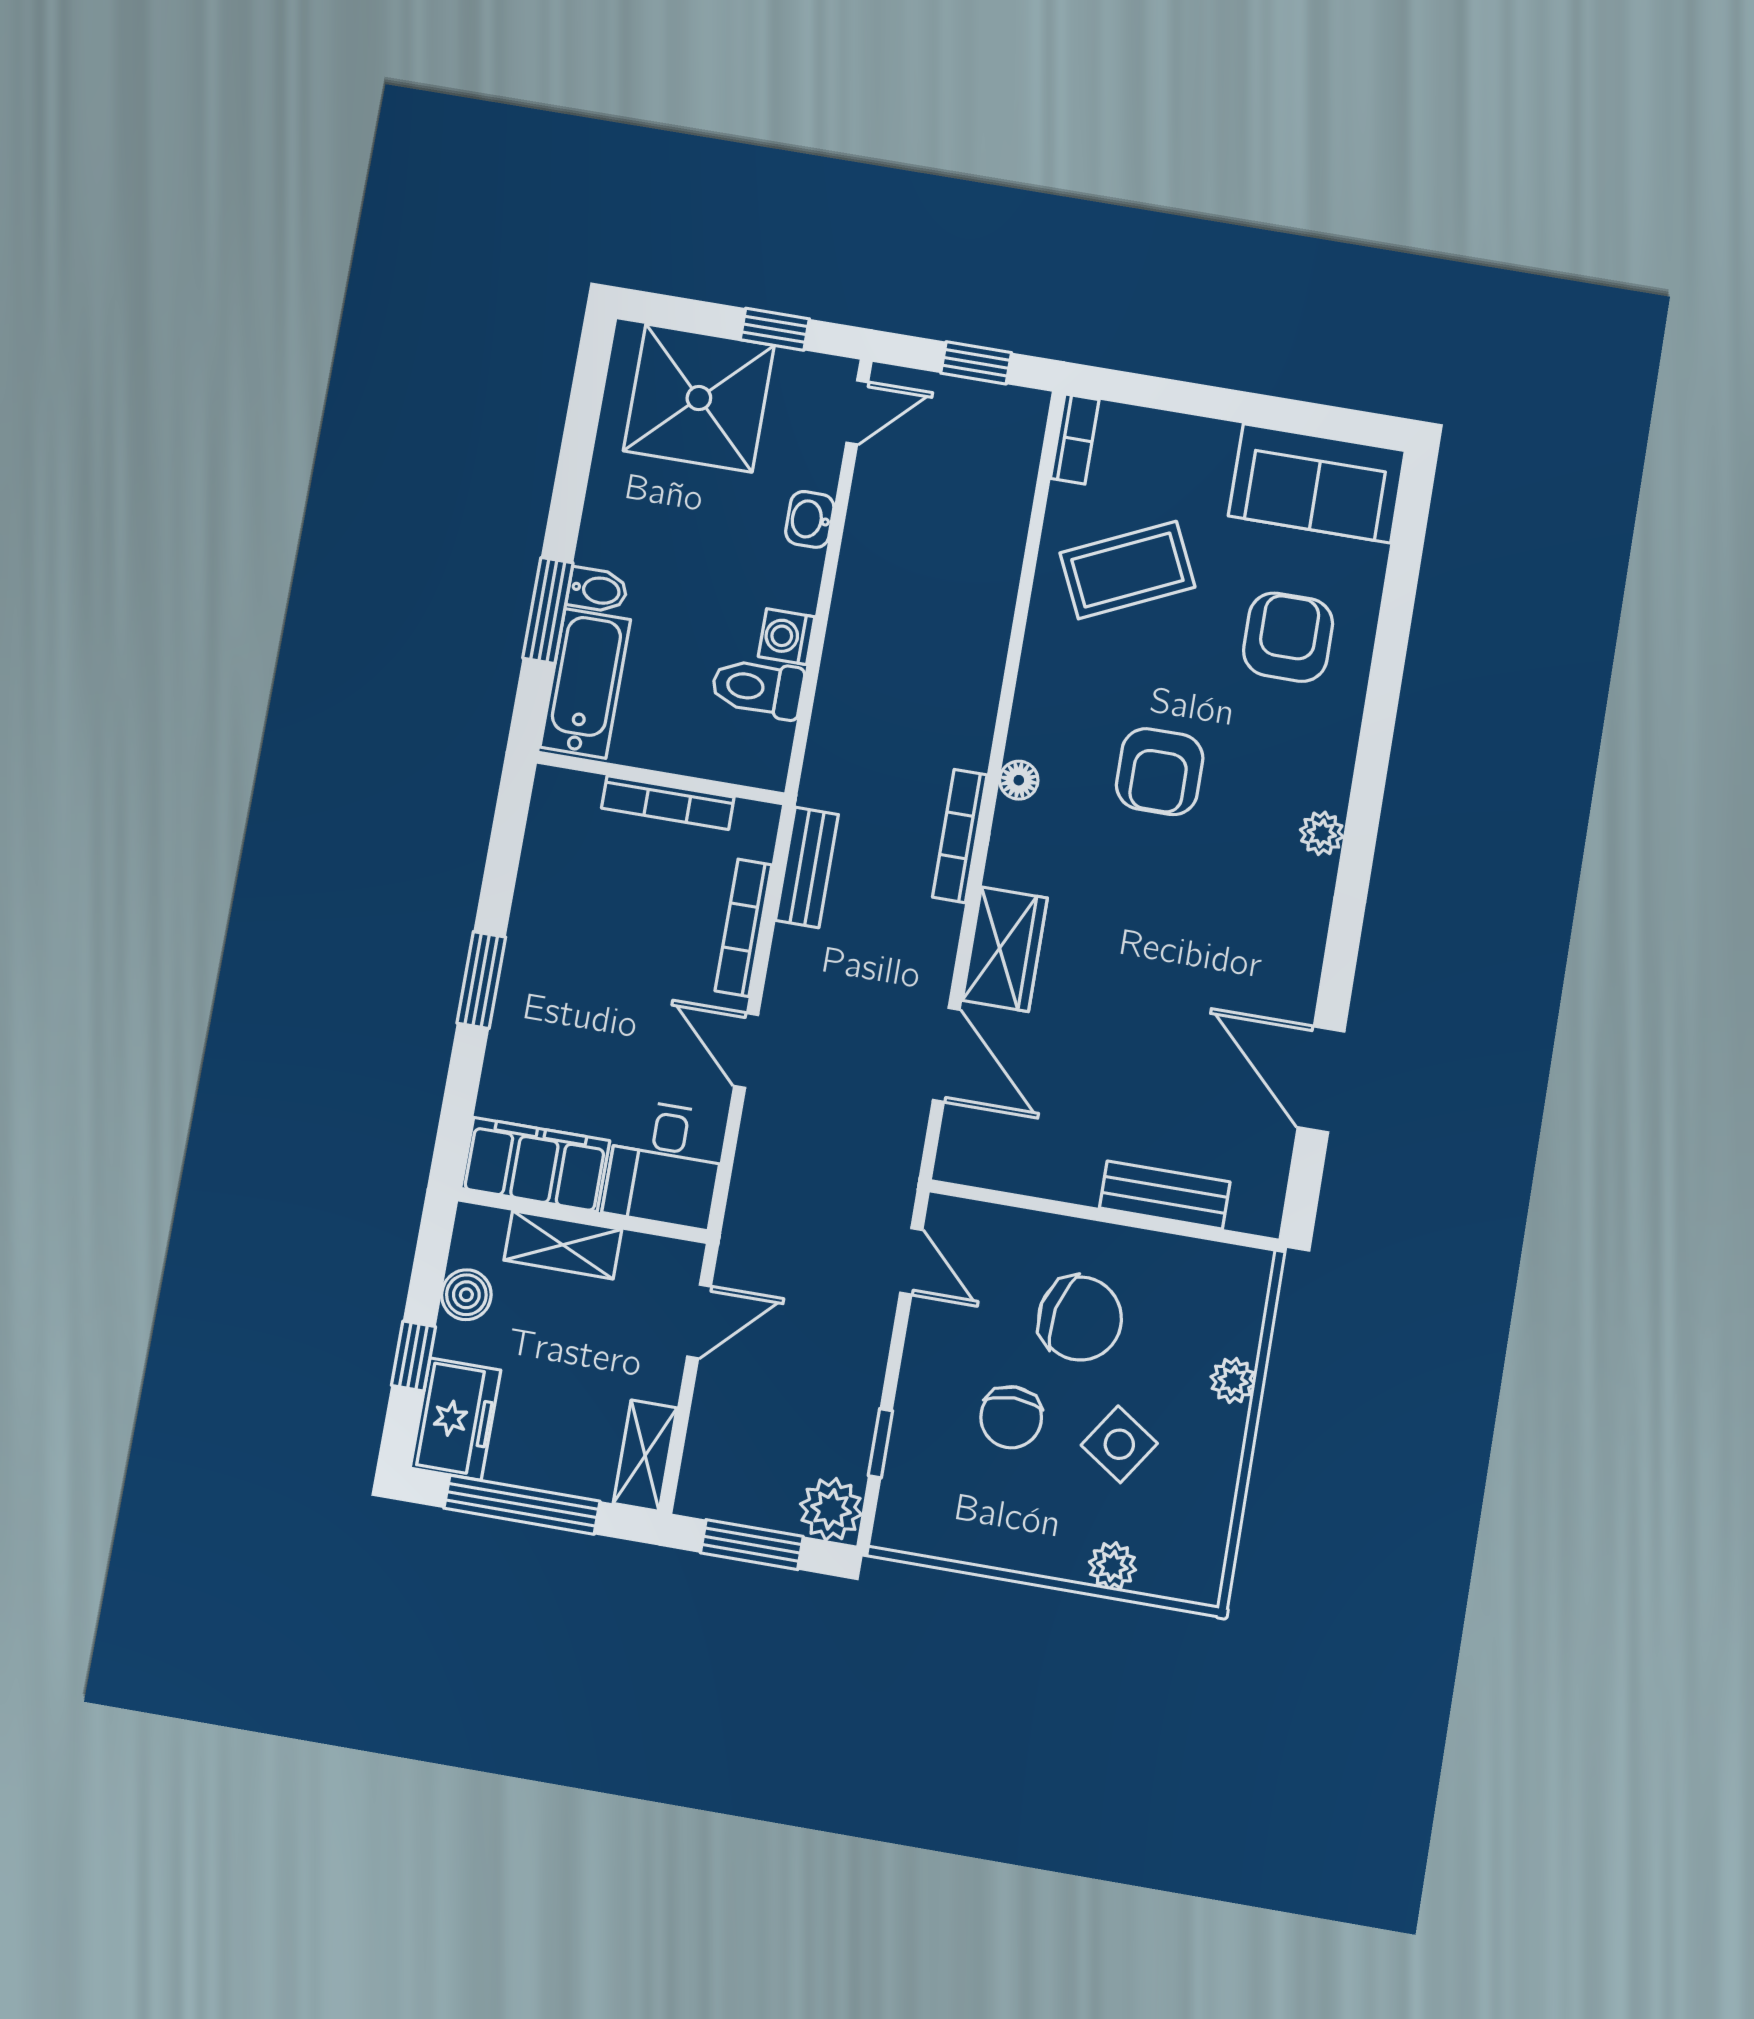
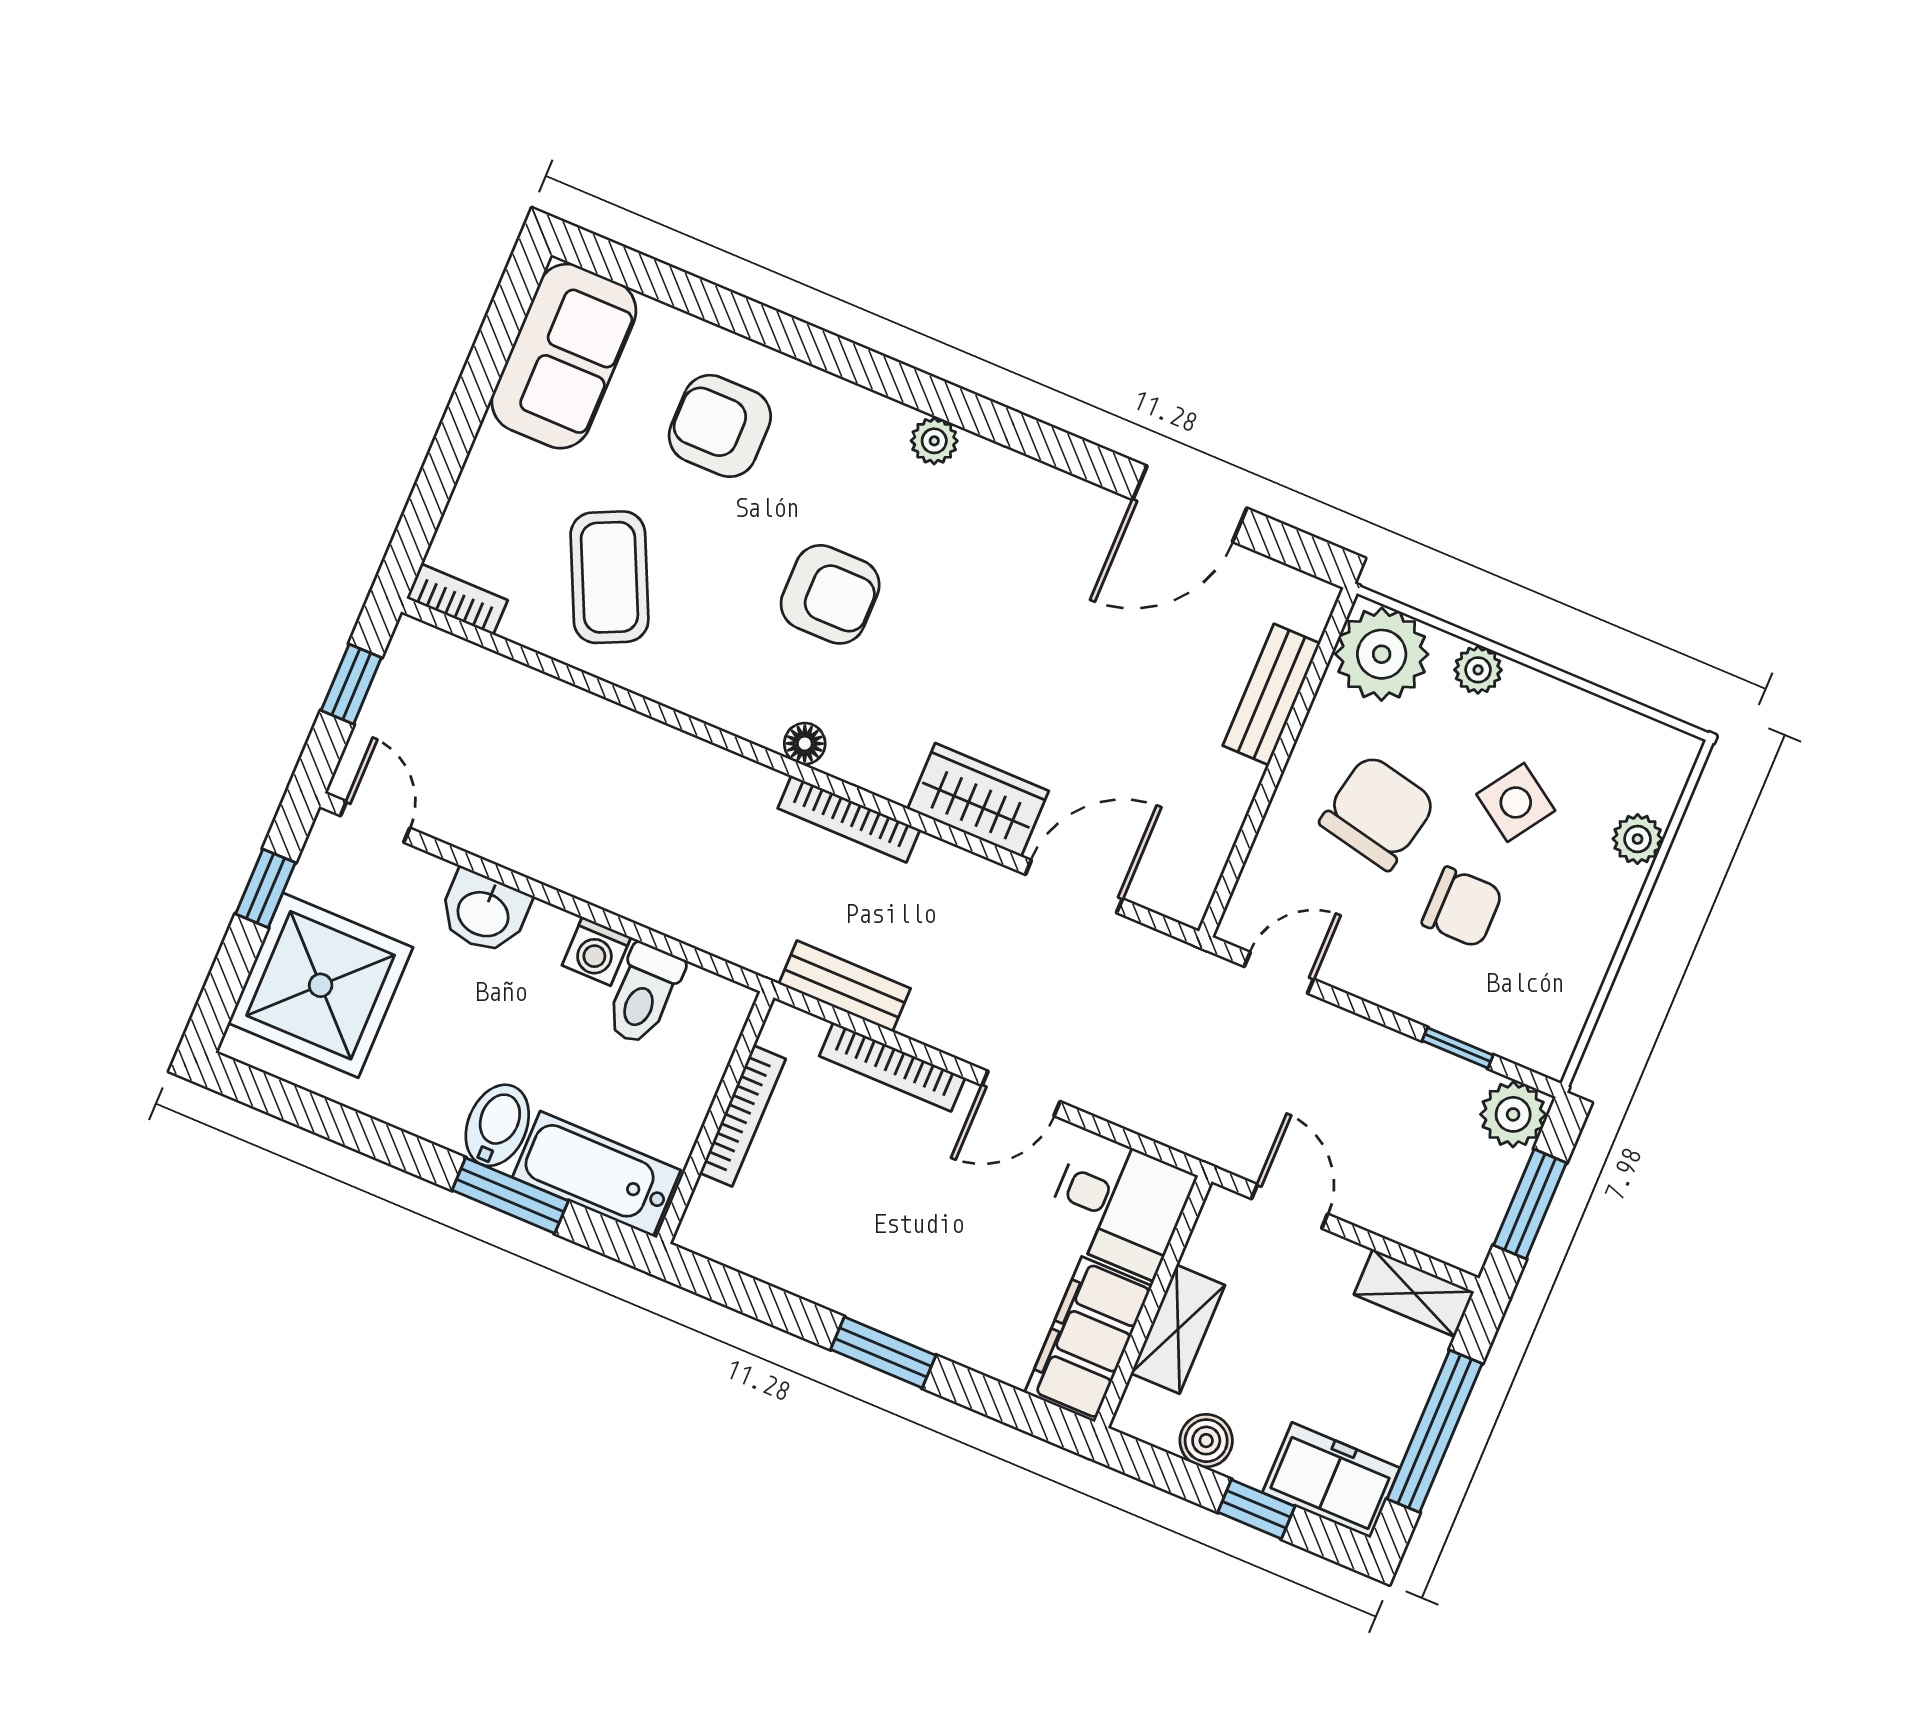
washbasin: (810, 519) -> (484, 912), width x1.38, depth x1.45
bidet: (597, 590) -> (497, 1125), width x1.38, depth x1.36
plant: (1226, 1288) -> (1382, 654), added

